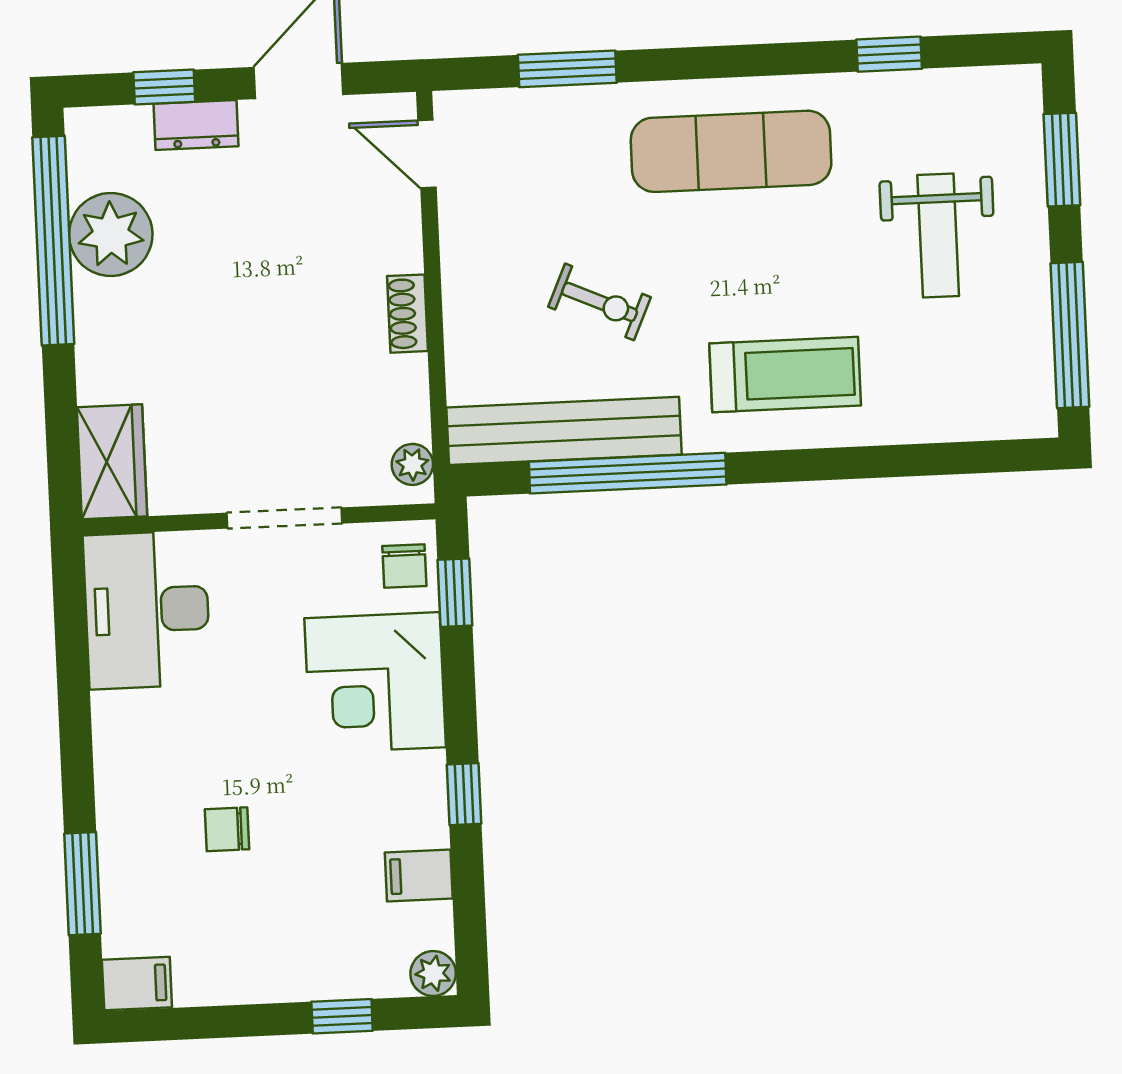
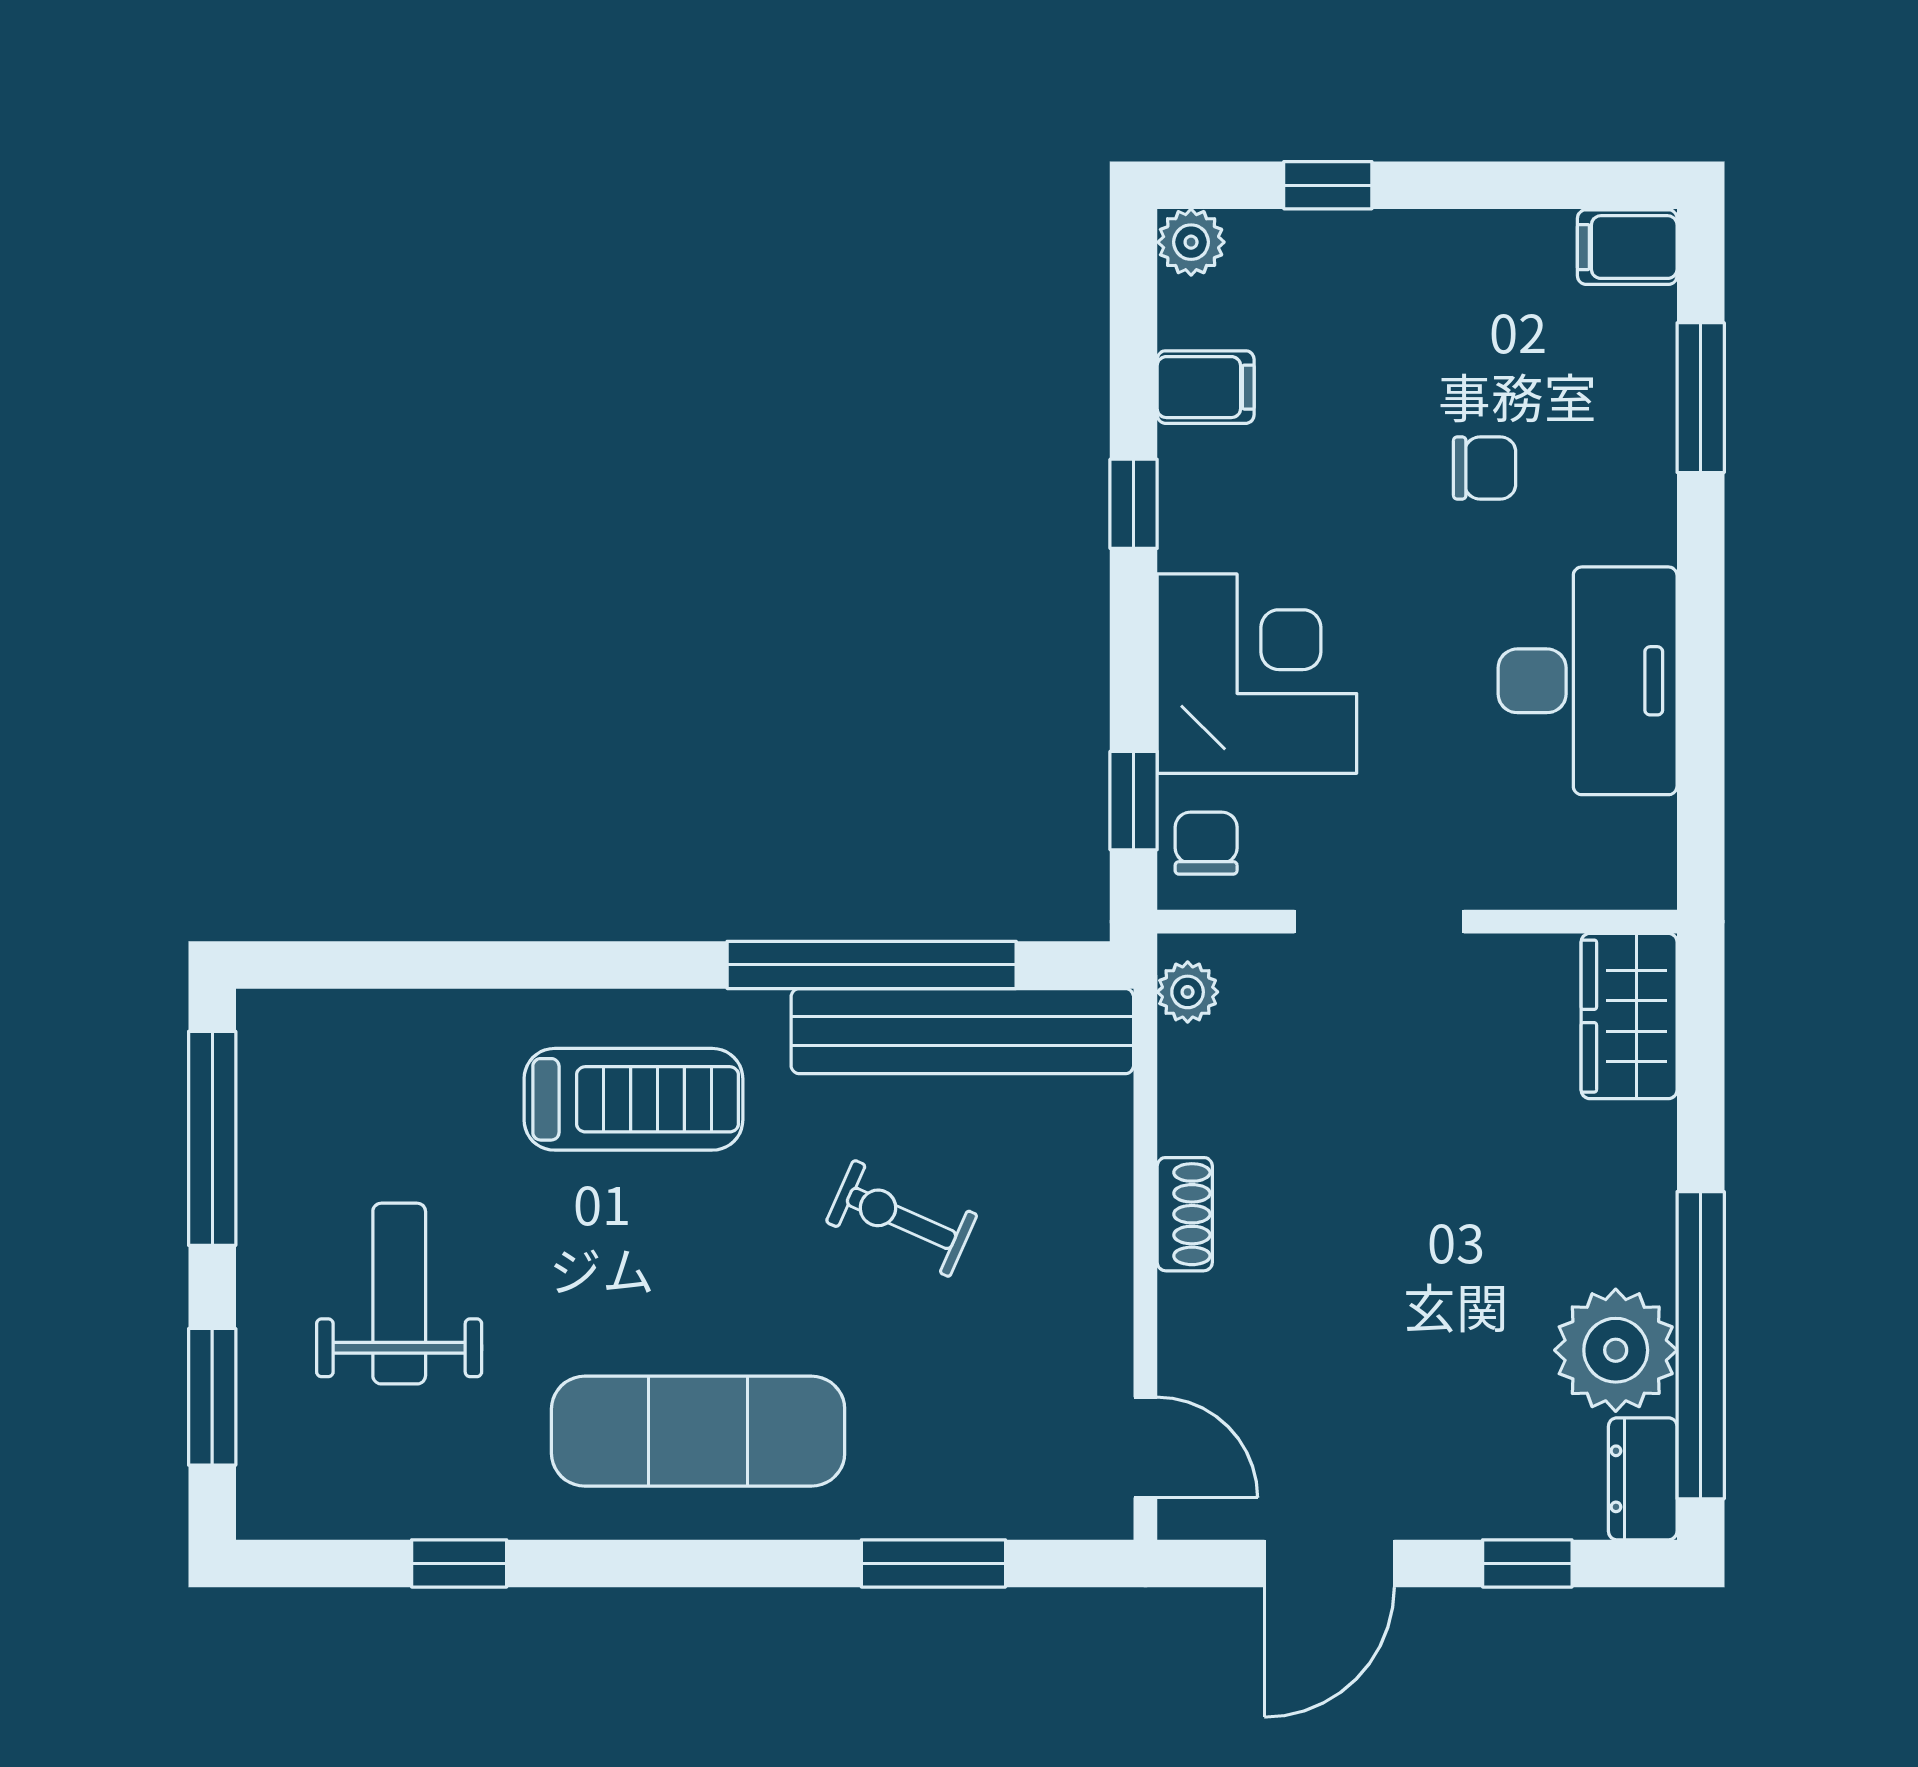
dresser: (196, 125) -> (1643, 1479), moved, turned -90
treadmill: (785, 375) -> (633, 1099), turned 180
desk: (147, 610) -> (1588, 681), moved

